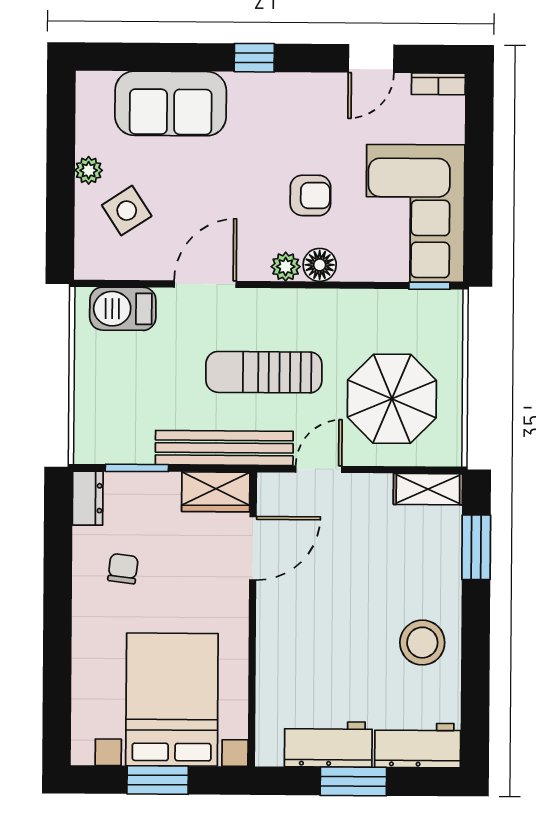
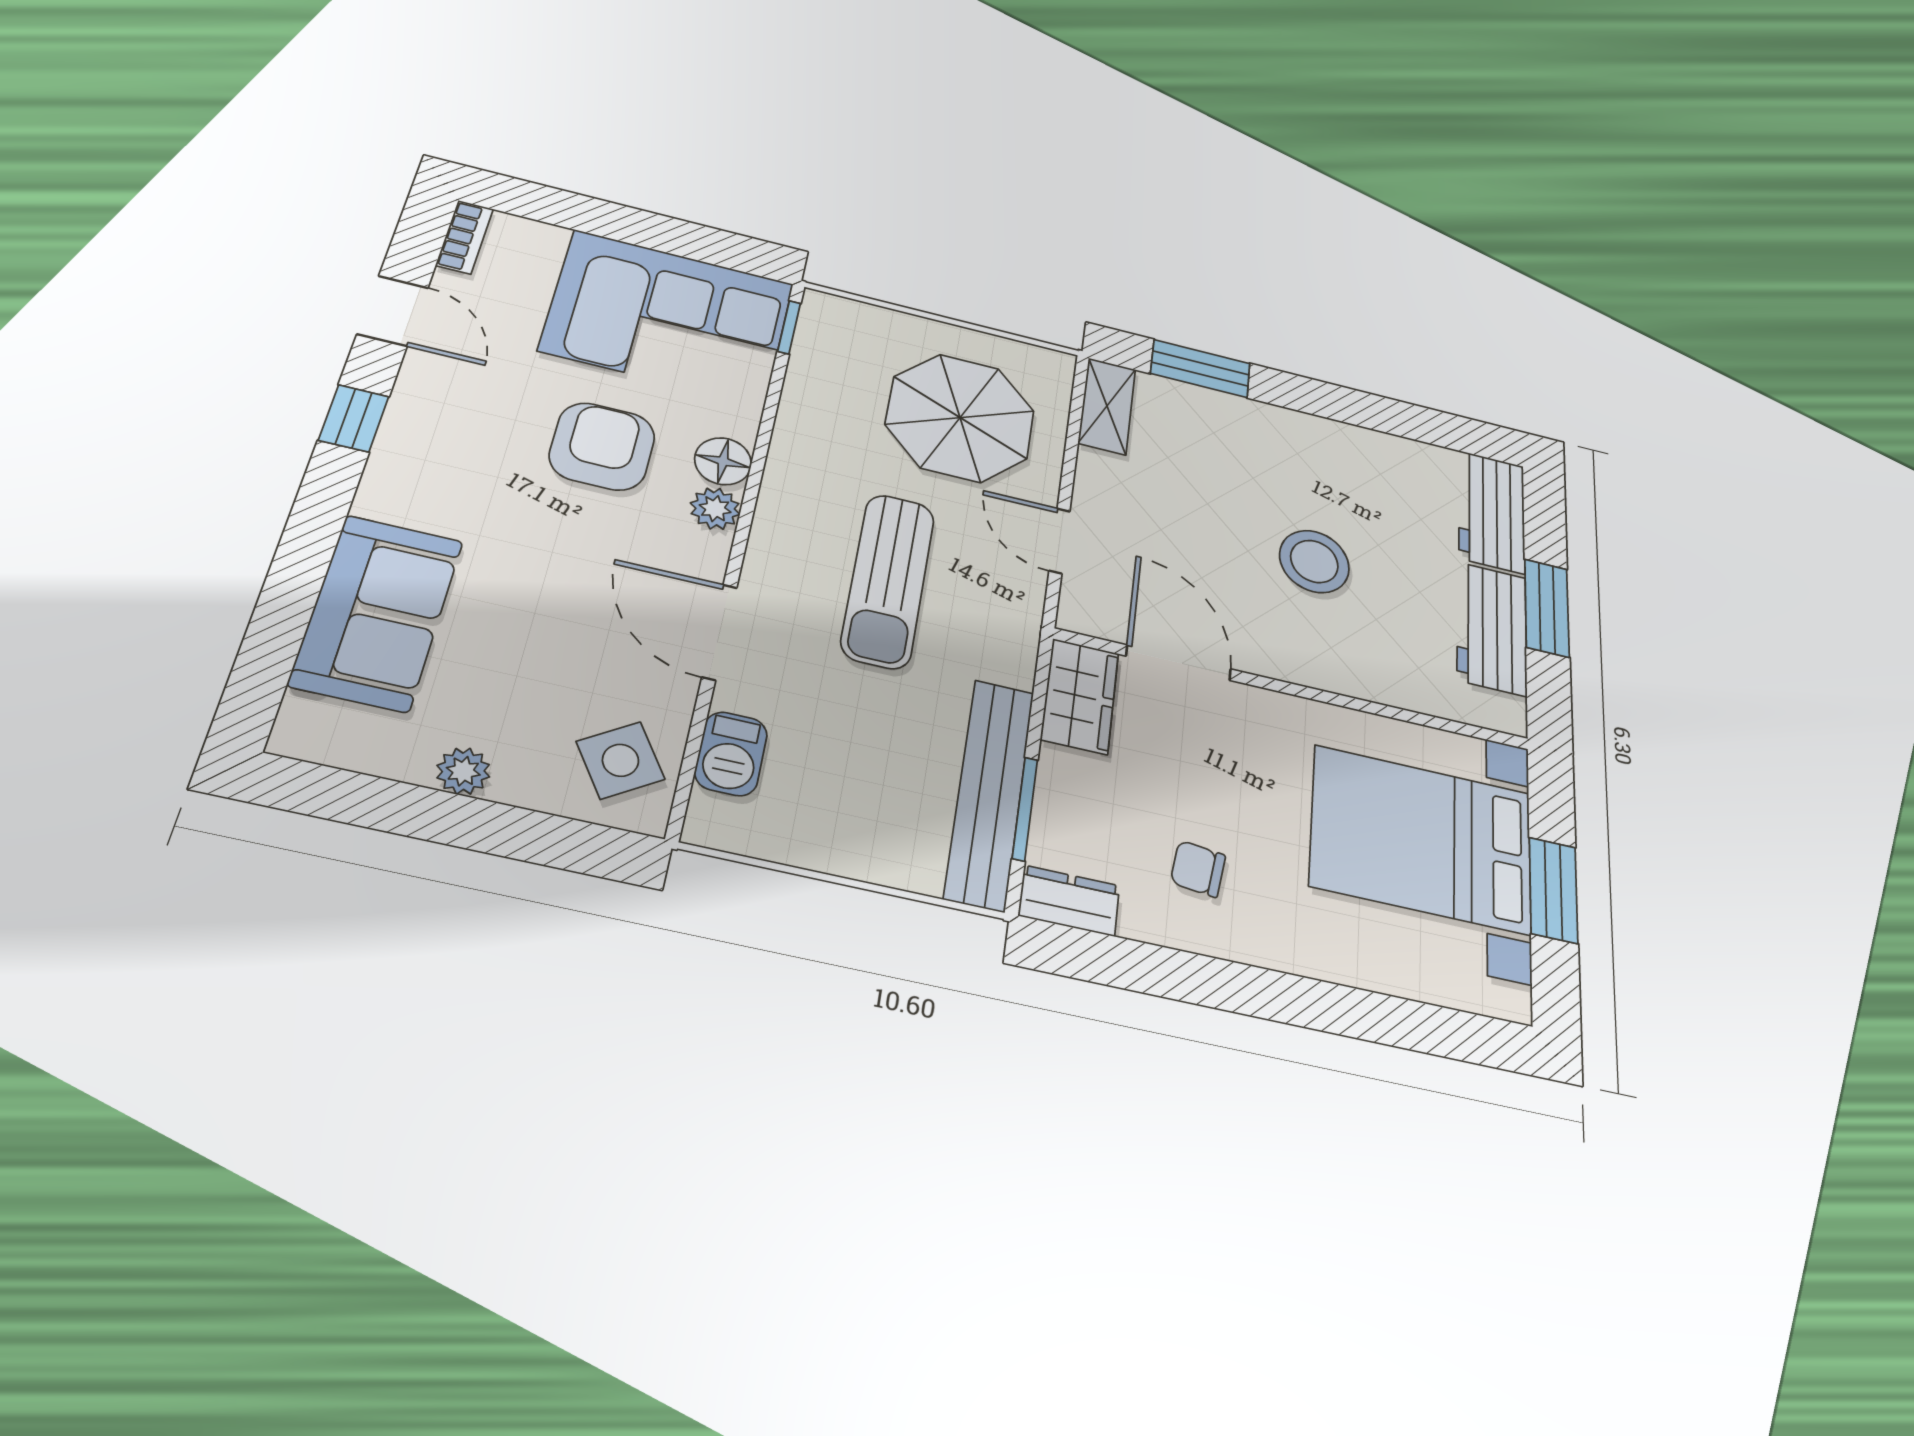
window: (254, 58) -> (354, 418), moved
armchair: (310, 195) -> (602, 446), width x1.38, depth x1.38
side table: (127, 211) -> (620, 760), moved
barbecue: (123, 309) -> (731, 754), width x0.73, depth x0.79
bench: (224, 448) -> (990, 793), moved
stool: (422, 643) -> (1314, 561), moved

